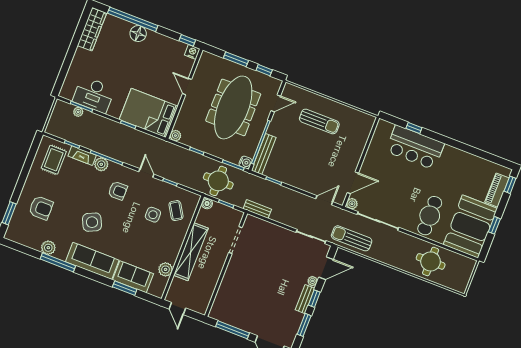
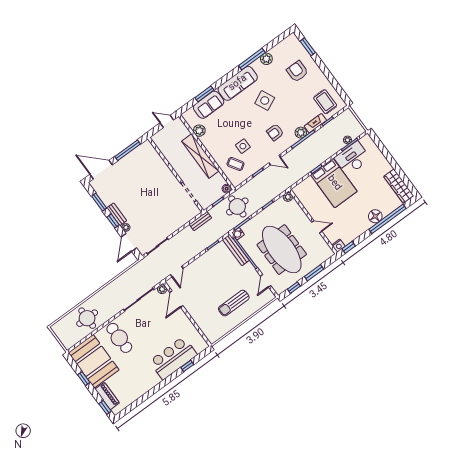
bed: (149, 113) -> (334, 183), moved, turned 90
armchair: (41, 208) -> (297, 71), turned 90
sun lounger: (352, 238) -> (138, 274), removed

